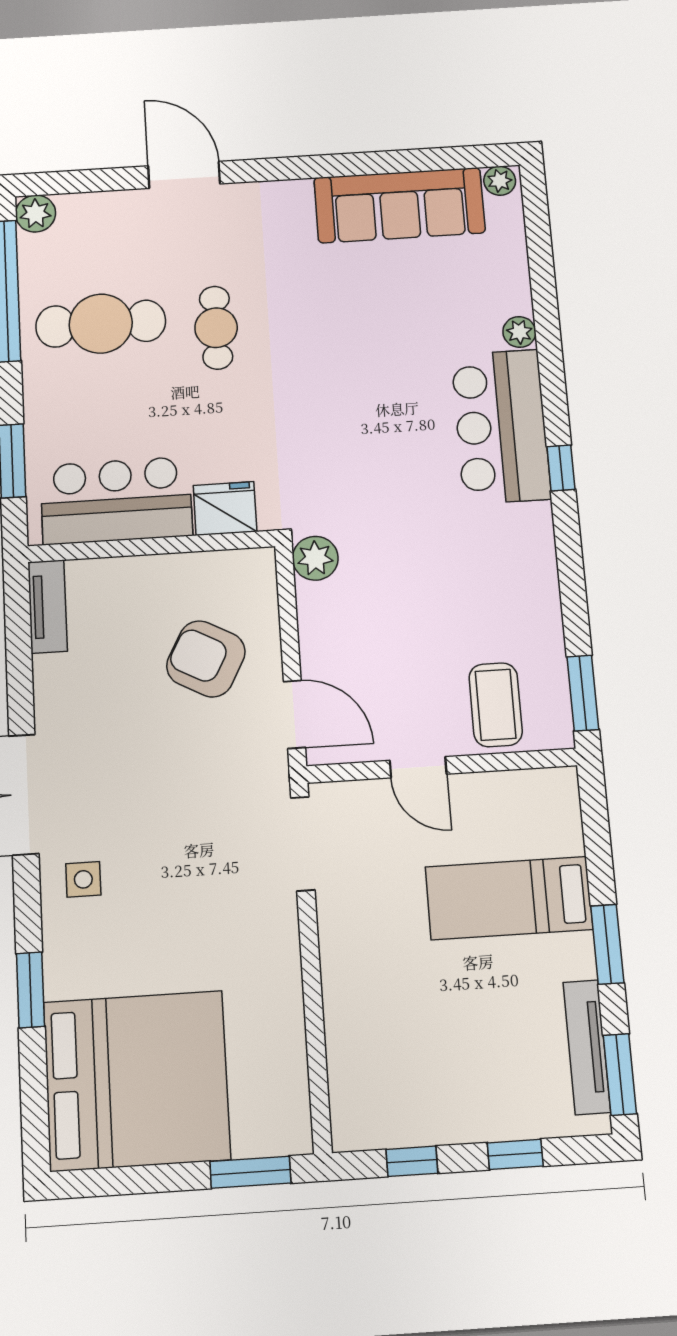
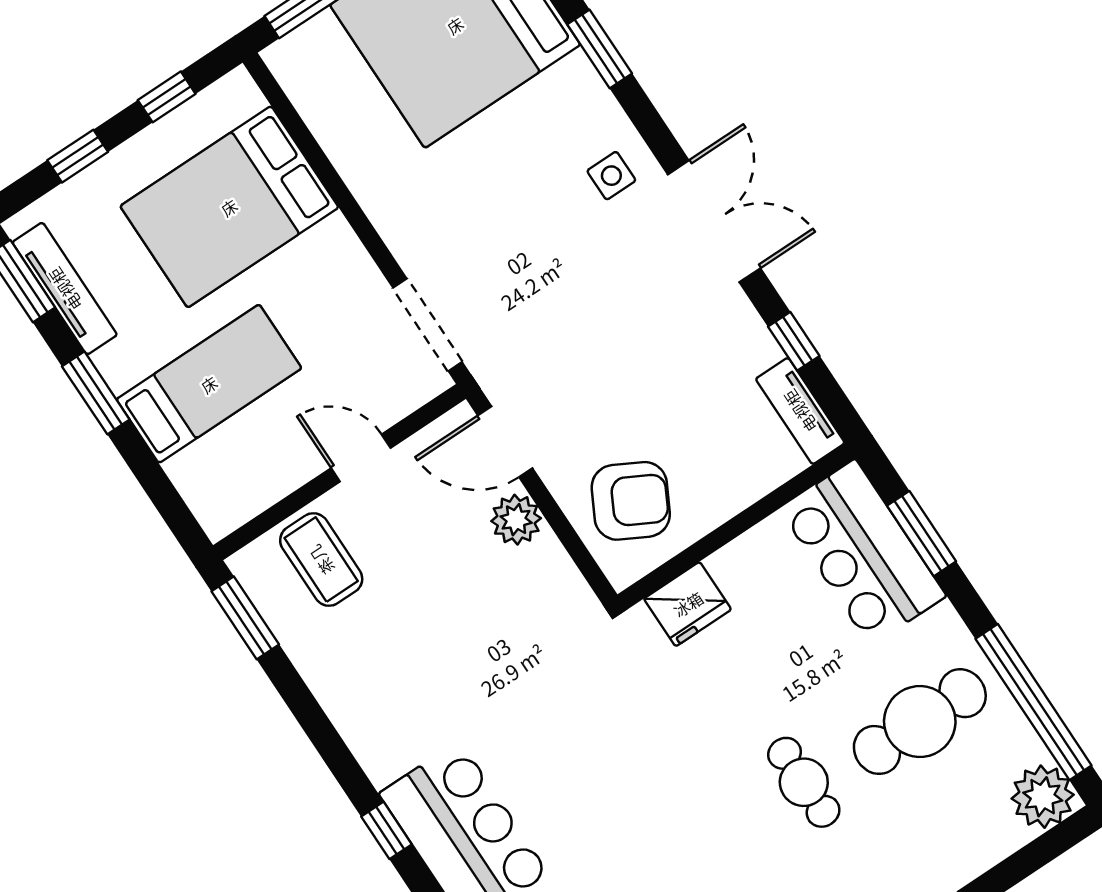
plant: (36, 214) -> (1043, 797), width x1.36, depth x1.36
bar counter: (116, 501) -> (863, 552), moved, turned 90
plant: (315, 558) -> (516, 520), moved
armchair: (206, 659) -> (631, 501), moved
window: (19, 663) -> (794, 341), added
bed: (411, 1036) -> (229, 207), added

